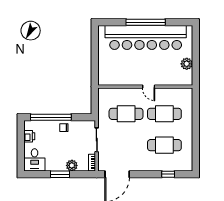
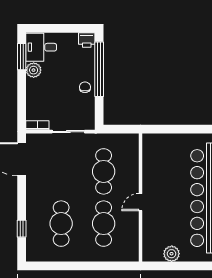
printer: (29, 136) -> (87, 40), moved
plant: (72, 165) -> (34, 70), moved
window: (60, 174) -> (22, 57), moved

